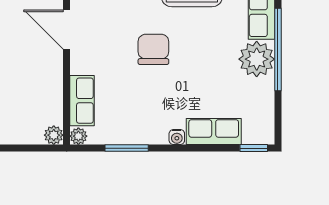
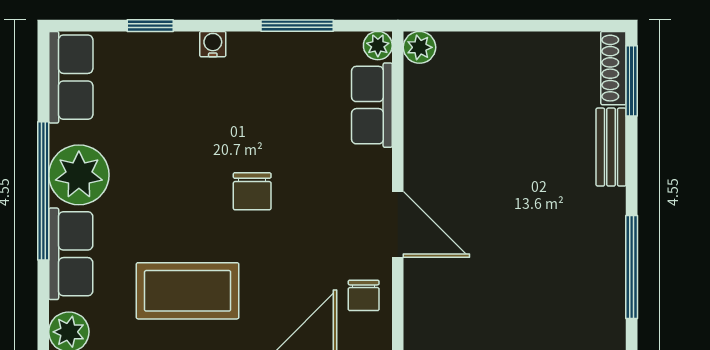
chair: (153, 49) -> (252, 191), width x0.73, depth x0.73
row of seats: (214, 132) -> (71, 77), moved, turned -90
window: (254, 148) -> (150, 26), moved

